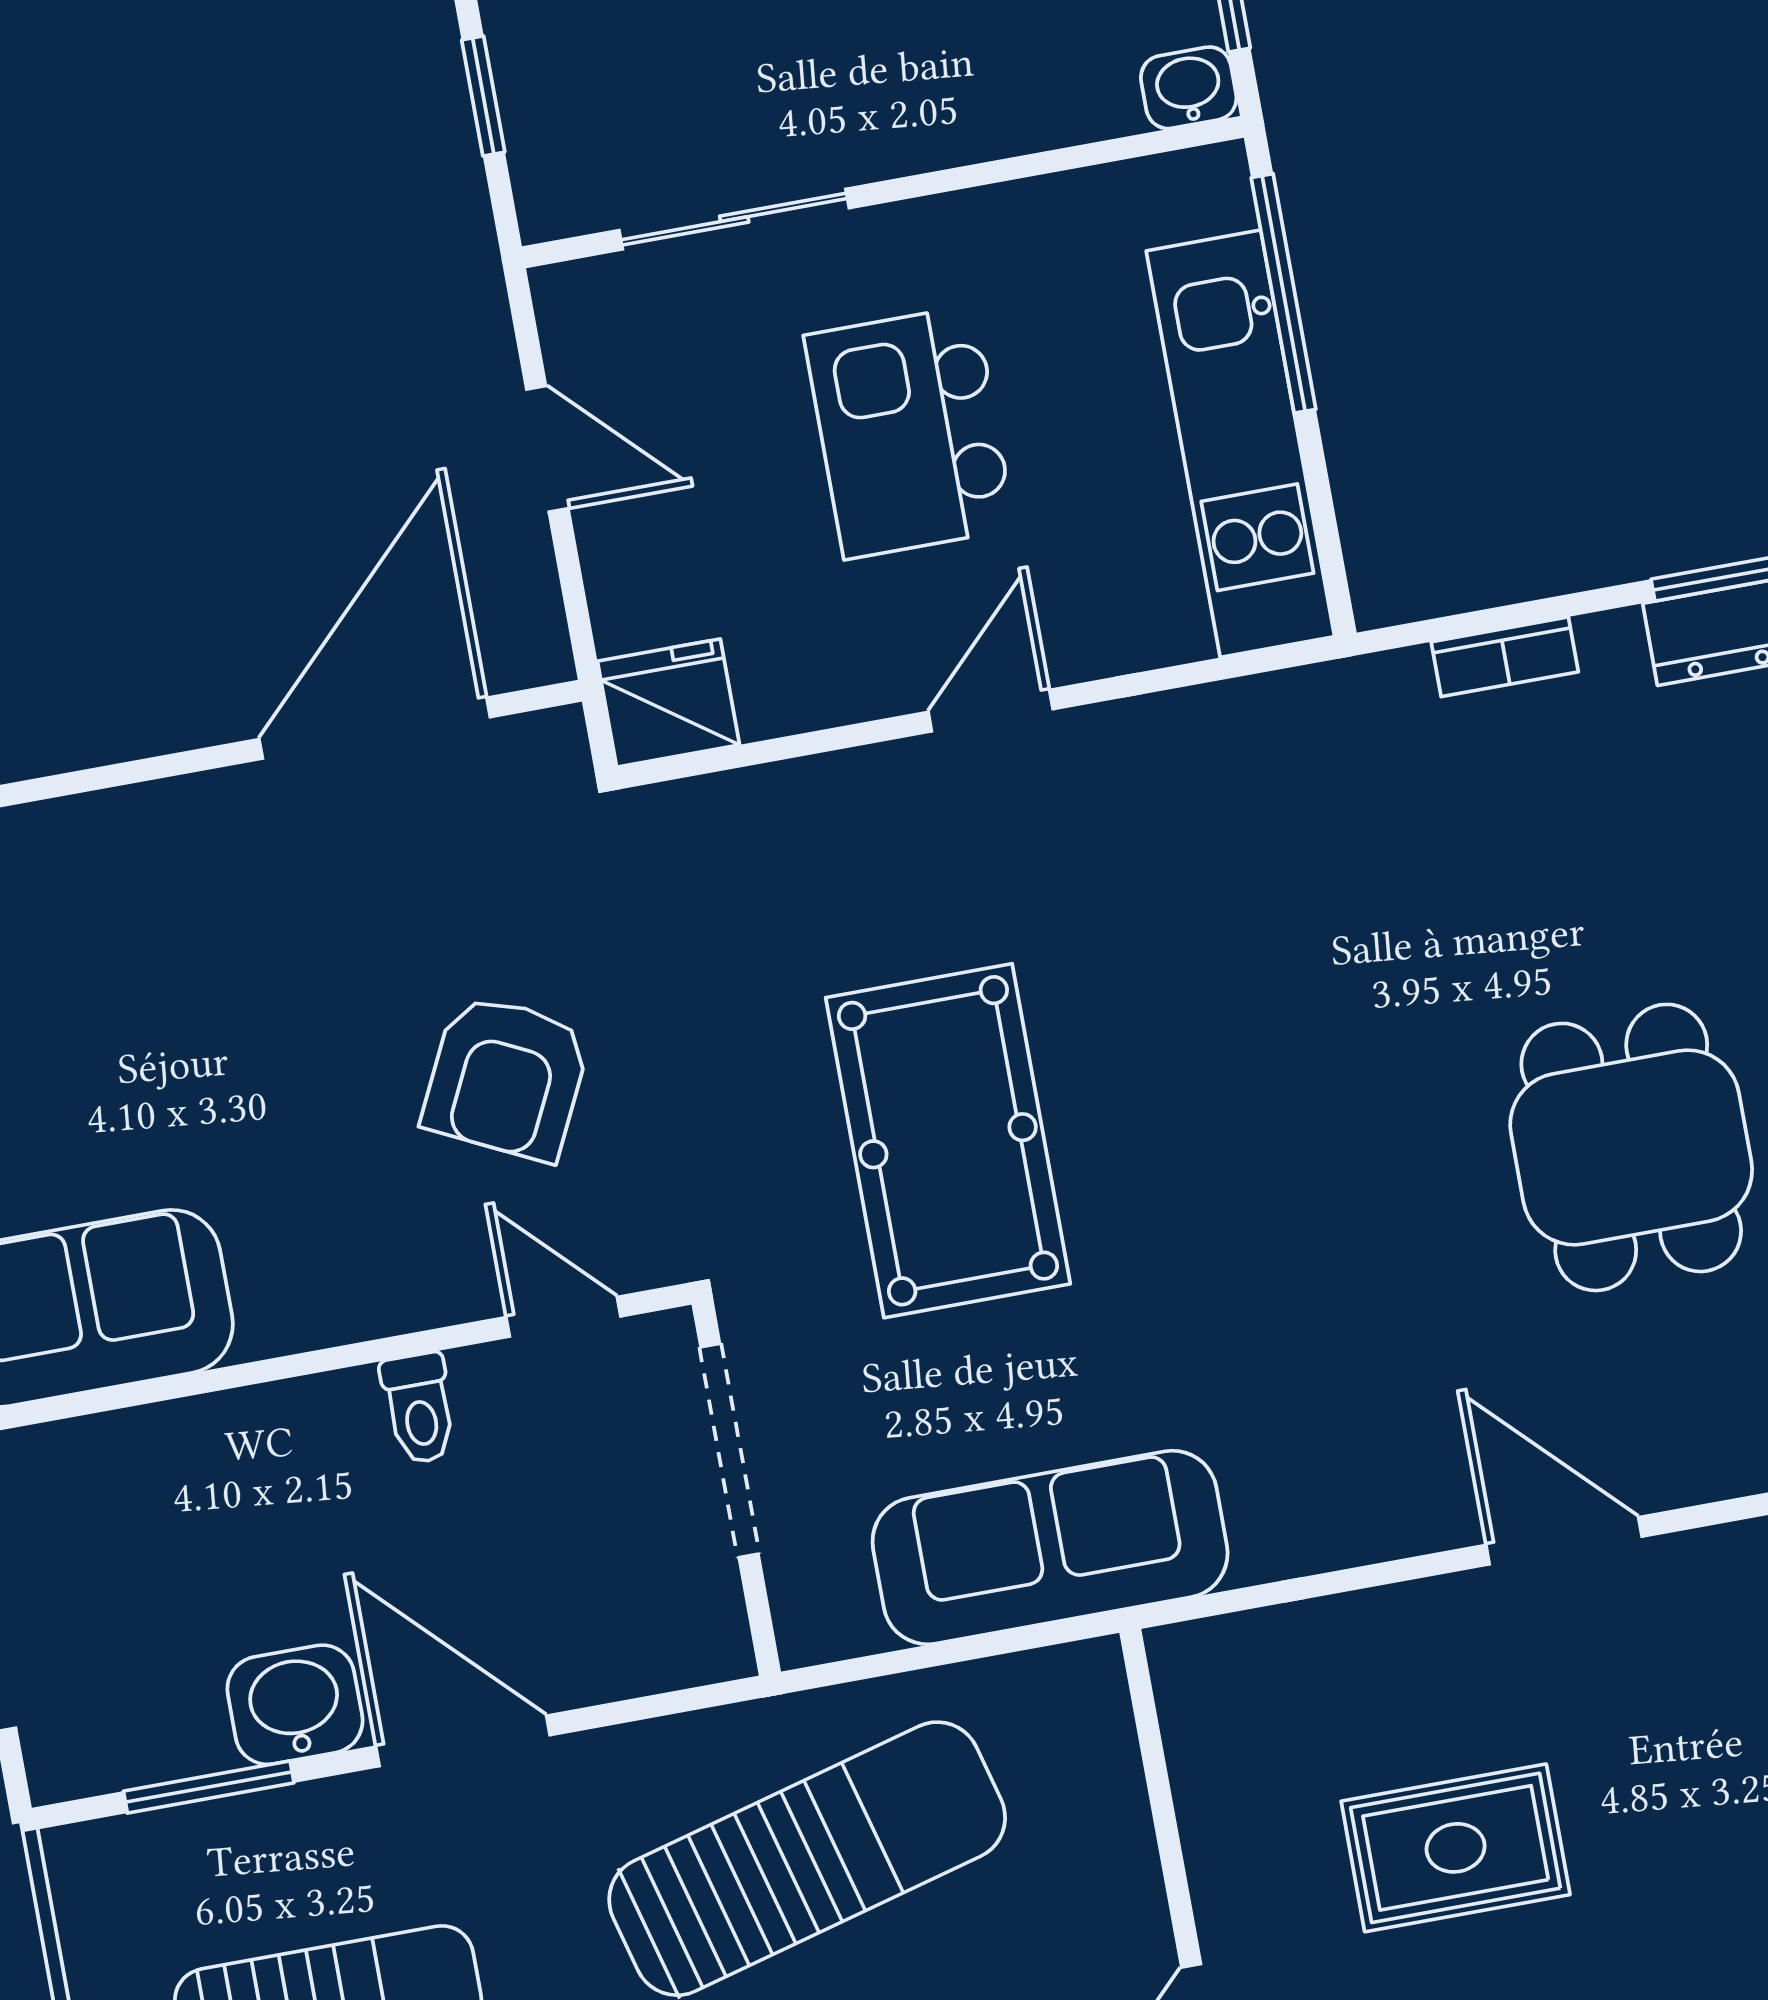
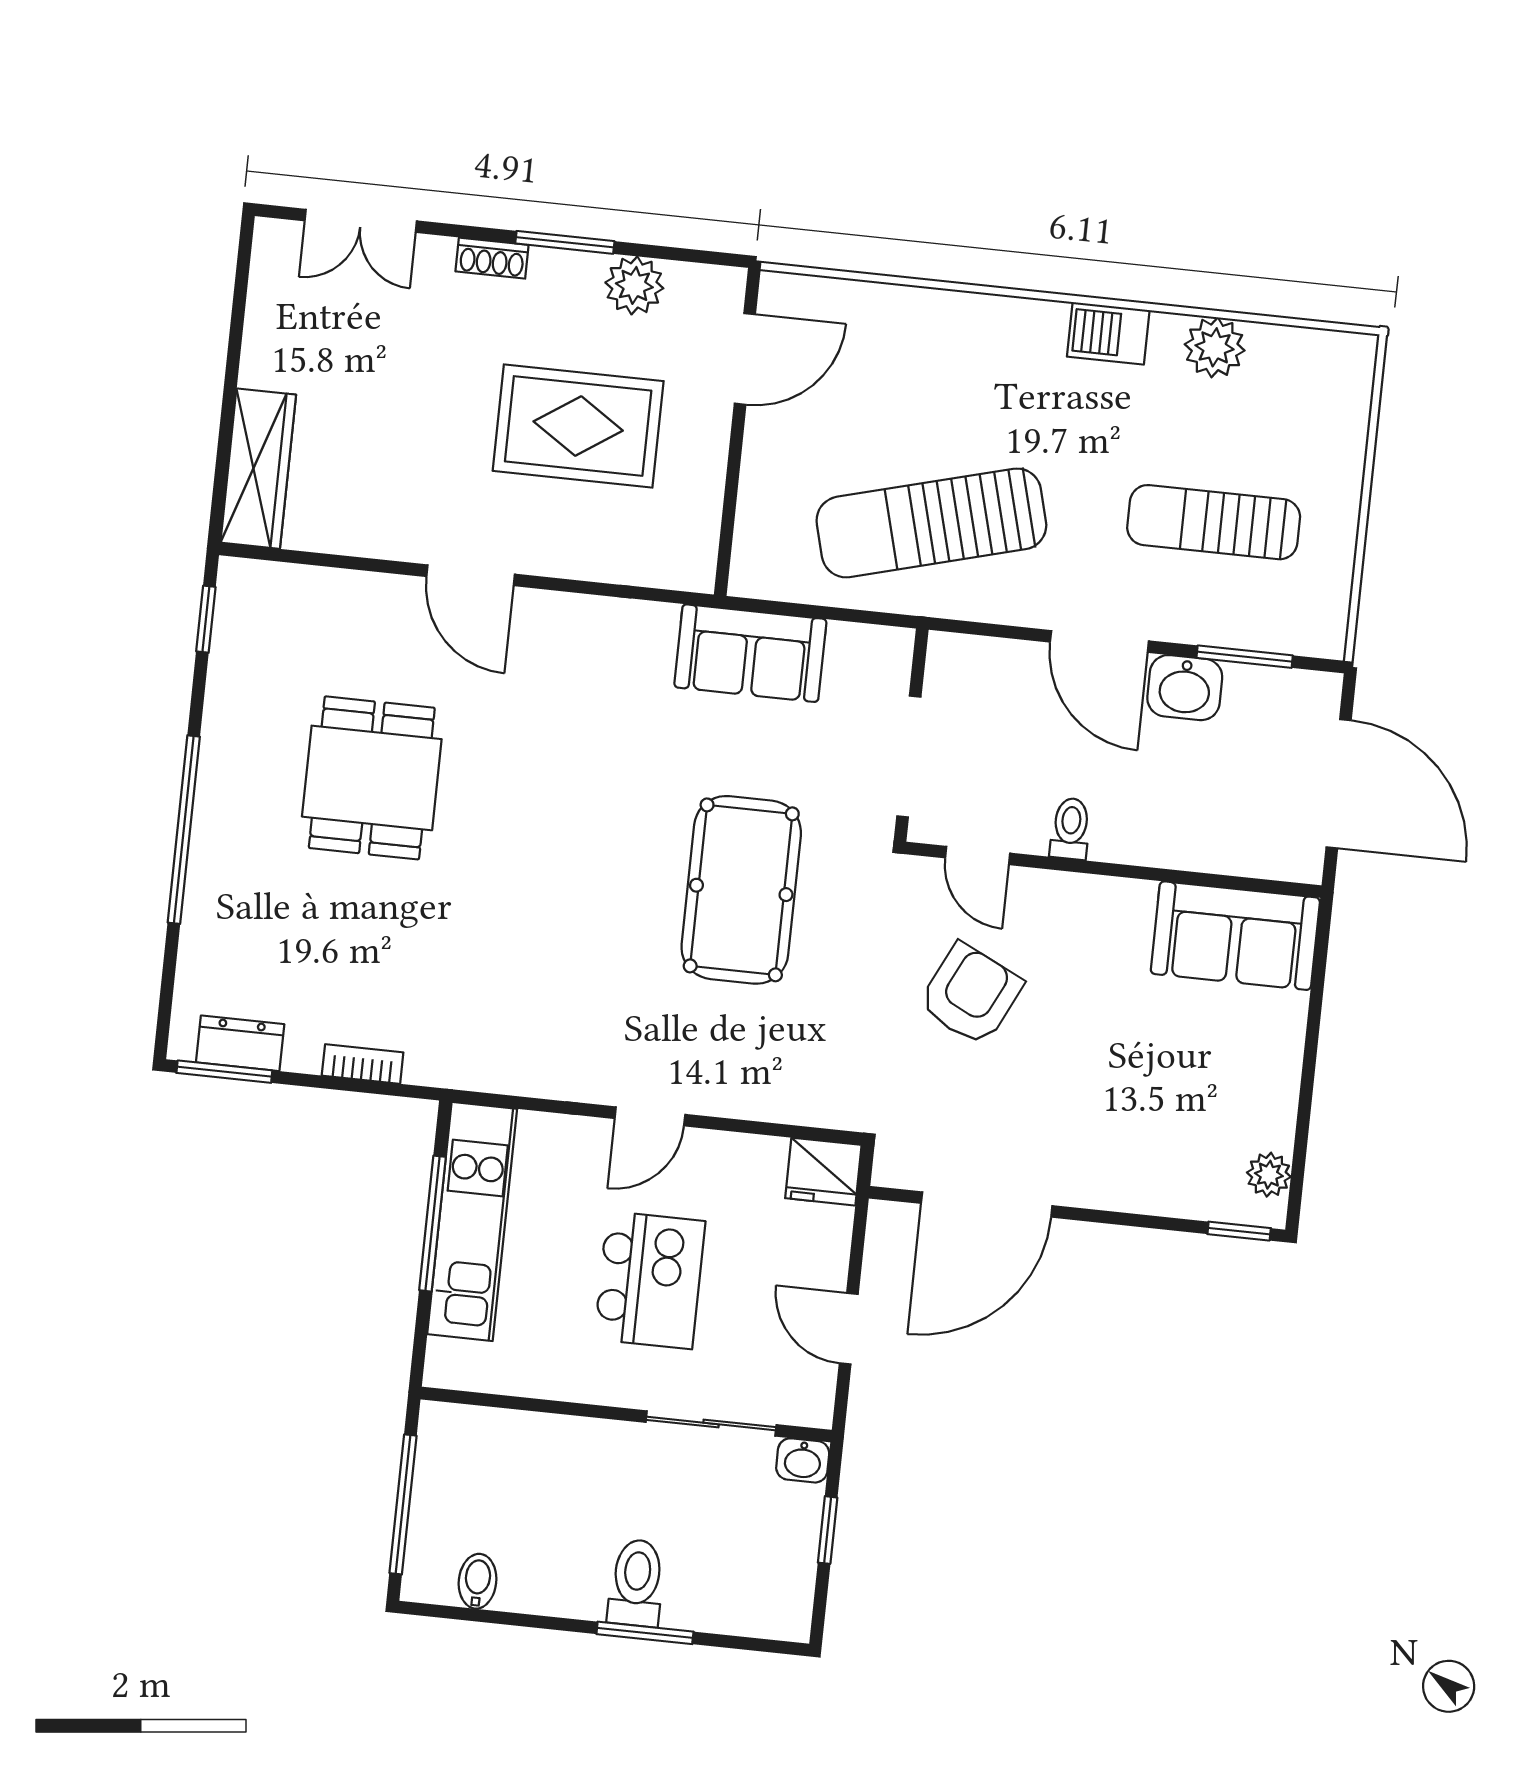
washbasin: (1189, 88) -> (803, 1460), moved
window: (1284, 293) -> (433, 1224), moved
sofa: (1050, 1547) -> (750, 653), width x0.73
rug: (1456, 1848) -> (578, 426), width x1.36, depth x1.43

